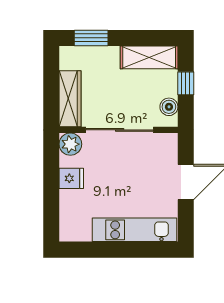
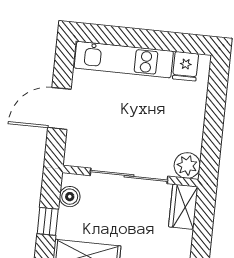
wardrobe: (70, 99) -> (183, 207), width x0.67
fridge: (71, 178) -> (185, 66), moved, turned -90

